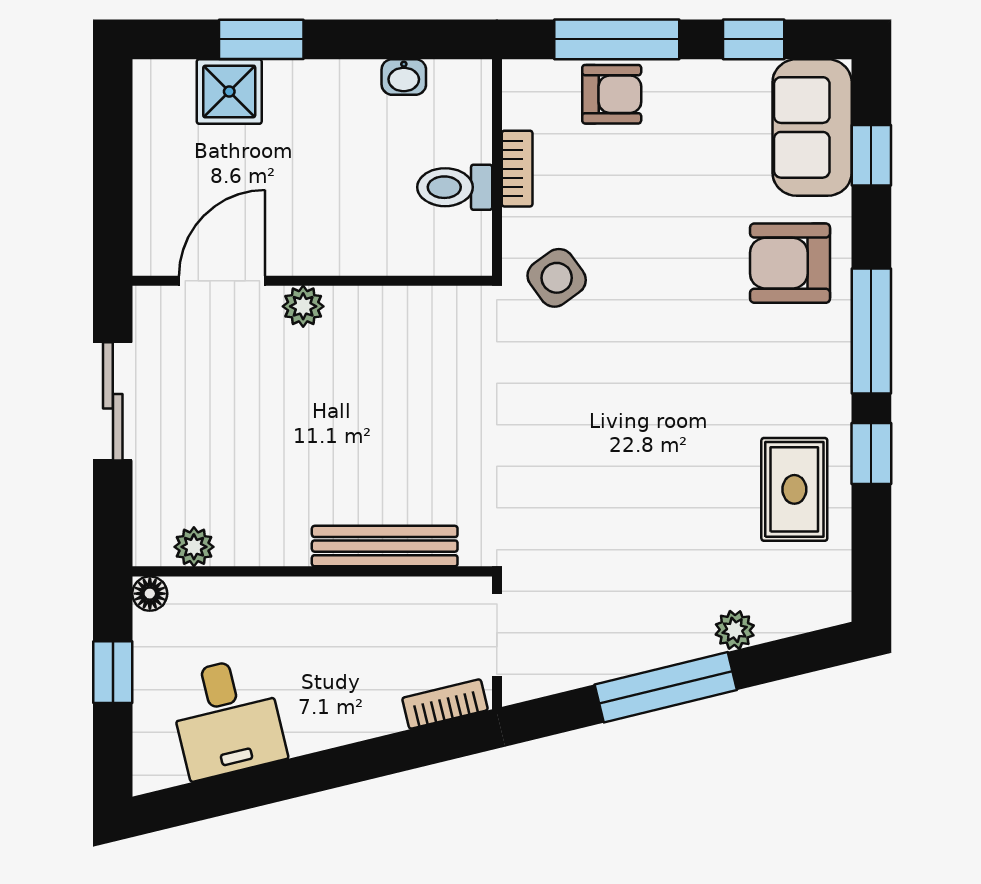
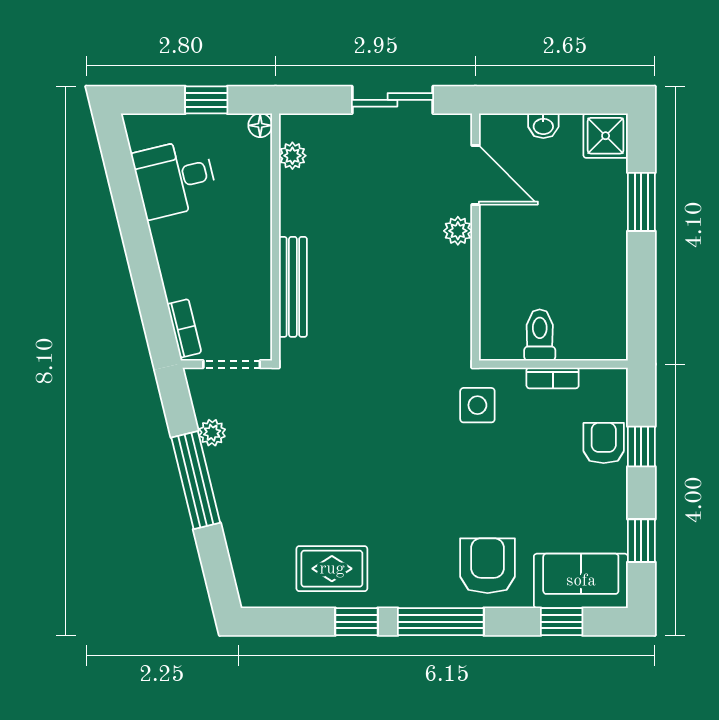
window: (617, 39) -> (641, 446), width x0.46
washbasin: (404, 77) -> (543, 126), moved, turned -90
shower: (229, 91) -> (606, 136), moved
armchair: (612, 94) -> (604, 443), turned 180
side table: (557, 278) -> (477, 405), turned 36
plant: (735, 630) -> (212, 433), moved

